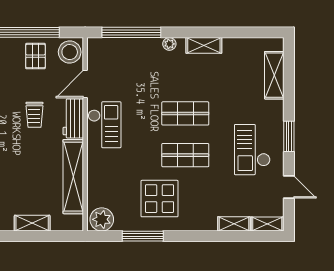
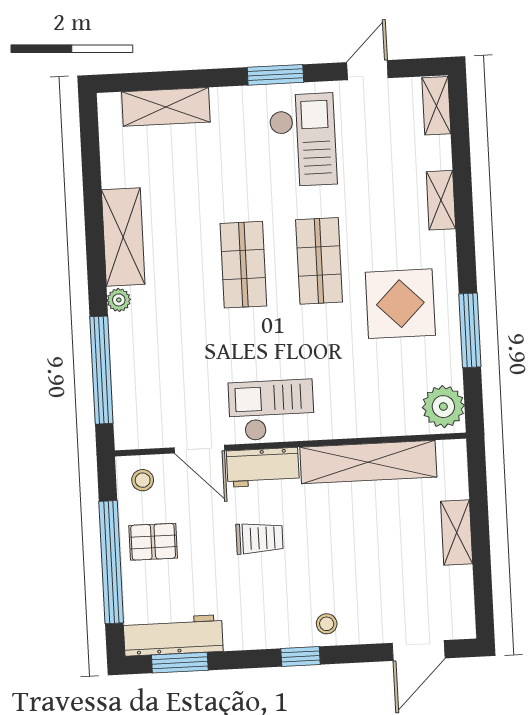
shelving: (204, 45) -> (123, 237), width x1.50, depth x1.33
stool: (70, 52) -> (143, 480), width x0.53, depth x0.53
checkout: (252, 150) -> (303, 140), turned -90
shelving: (234, 224) -> (441, 200), moved

